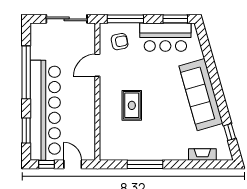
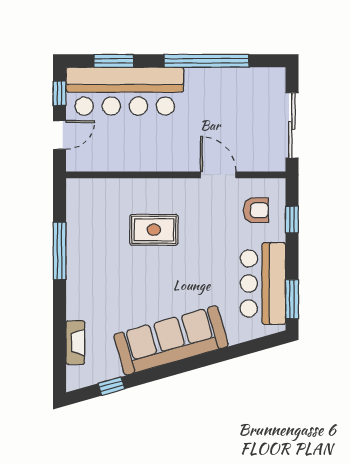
window: (125, 19) -> (292, 220), width x0.46
armchair: (120, 42) -> (256, 210), turned -79
bar counter: (45, 110) -> (125, 91), width x0.73

